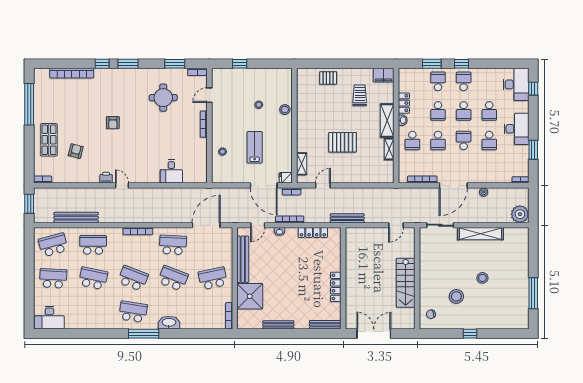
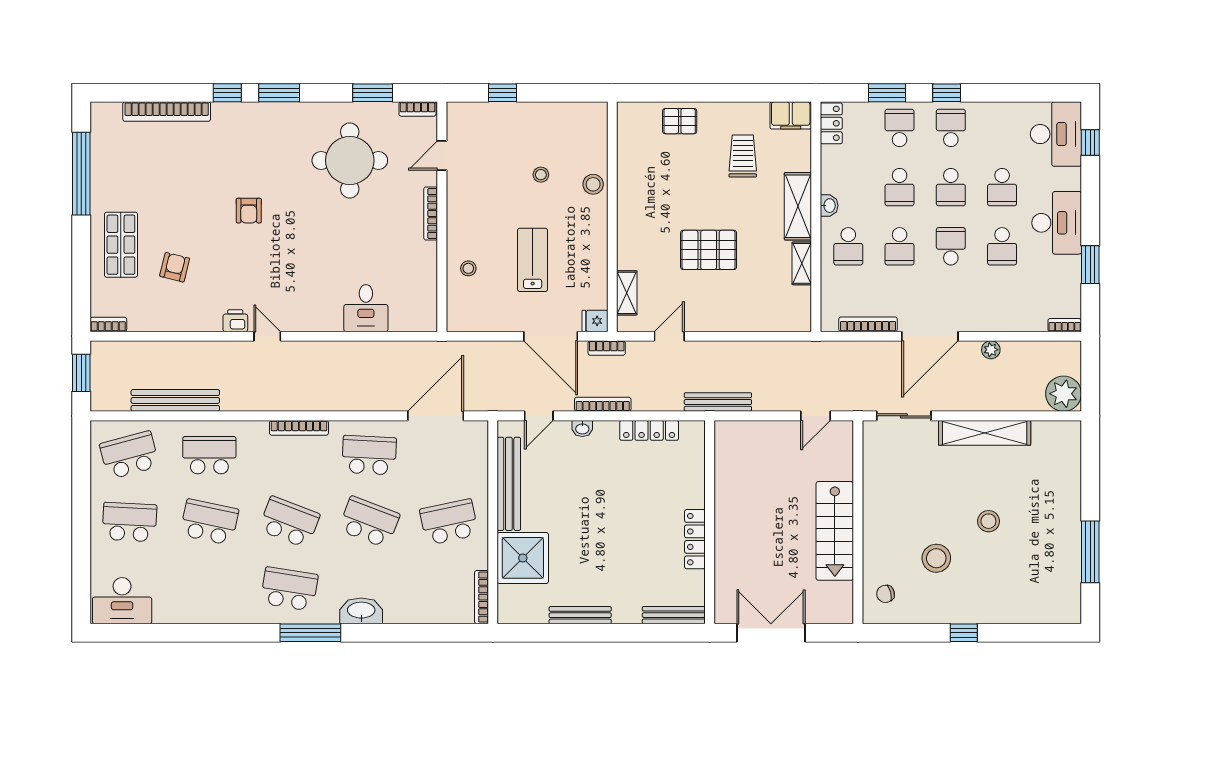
round table: (163, 98) -> (350, 160), width x1.36, depth x1.36
locker: (404, 103) -> (831, 123), moved

